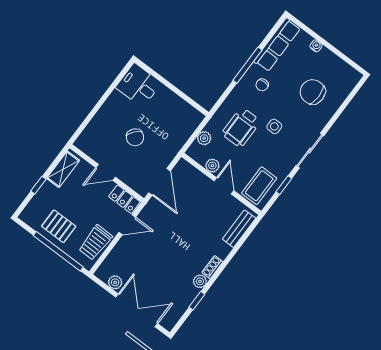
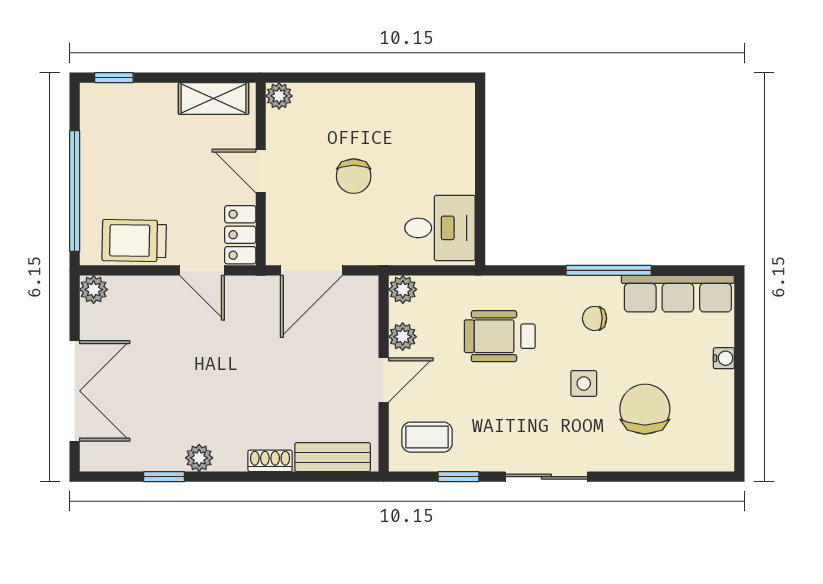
desk: (138, 85) -> (440, 228), moved, turned 90
side table: (274, 126) -> (584, 383), moved
chair: (135, 137) -> (354, 176), turned -39
plant: (204, 138) -> (403, 289), moved
plant: (81, 143) -> (279, 96), added
window: (38, 185) -> (114, 78), moved
coffee table: (259, 186) -> (427, 437), width x0.73, depth x0.77
pallet: (59, 226) -> (116, 161), removed
shoe rack: (212, 267) -> (270, 461), moved
plant: (115, 282) -> (94, 290), moved

